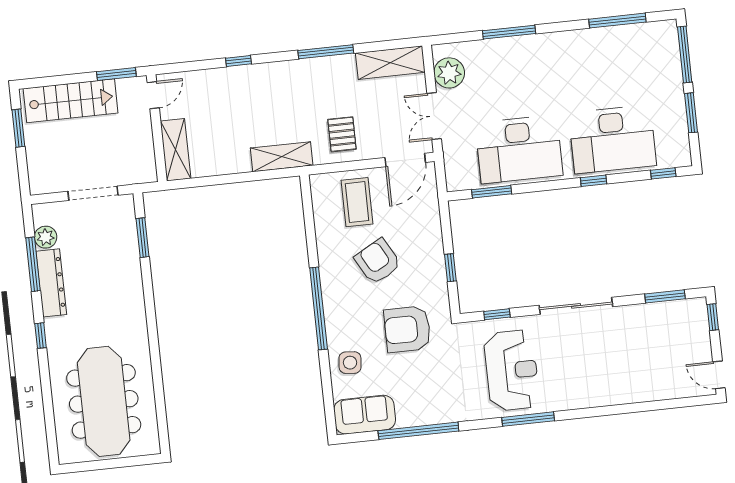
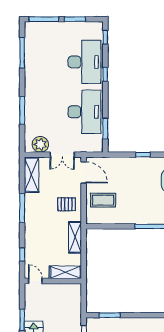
door: (153, 95) -> (35, 281), moved
wall: (157, 128) -> (53, 281), moved
shelving: (176, 150) -> (65, 272), moved
armchair: (378, 261) -> (136, 193), removed

